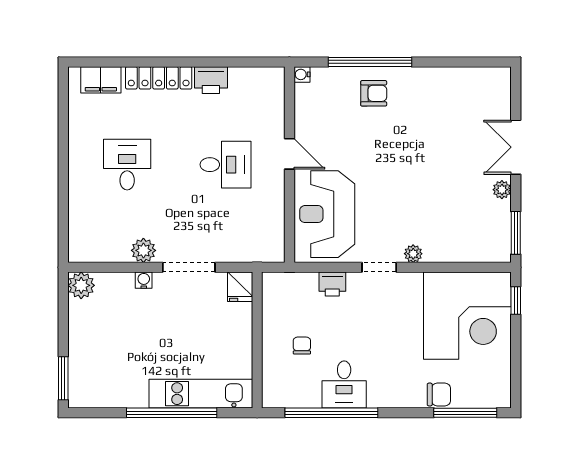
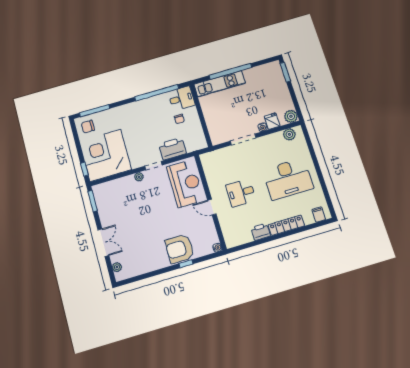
window: (370, 62) -> (186, 264), width x0.32
filing cabinet: (101, 80) -> (319, 215), width x0.50
armchair: (374, 93) -> (180, 249), width x1.88, depth x1.88
desk: (127, 165) -> (288, 179), width x1.87, depth x1.30
plant: (502, 190) -> (117, 267), moved
plant: (143, 250) -> (289, 134), moved
printer: (332, 284) -> (173, 149), width x1.87, depth x1.48
fridge: (240, 287) -> (272, 121), moved
desk: (344, 384) -> (182, 98), moved, turned 90
chair: (439, 395) -> (88, 127), moved

